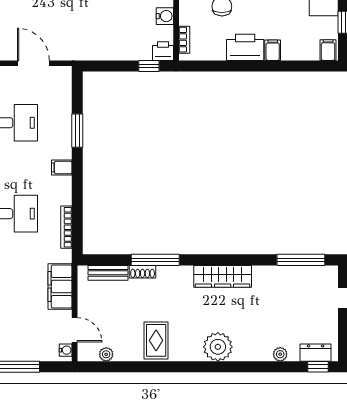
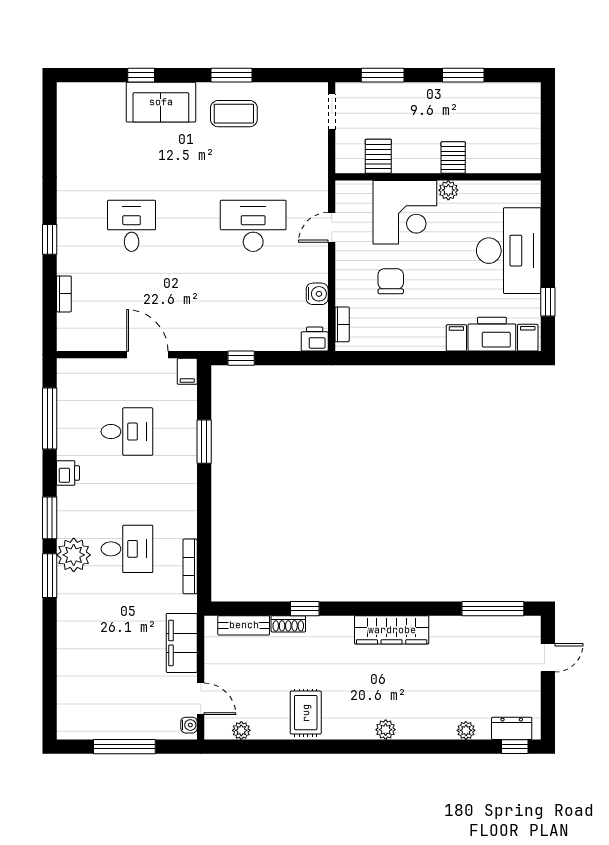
printer: (245, 47) -> (492, 334), moved
window: (149, 66) -> (241, 358), moved
filing cabinet: (62, 168) -> (187, 371), moved, turned -90
window: (155, 260) -> (305, 609), width x0.46
plant: (218, 347) -> (386, 730), width x0.53, depth x0.53

